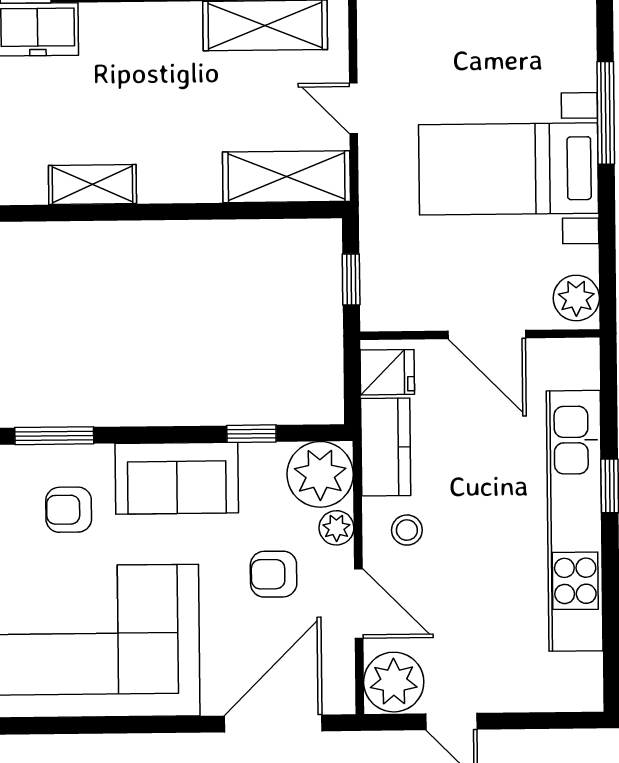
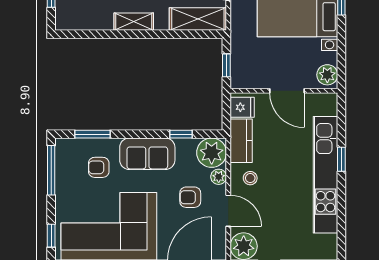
shelving: (92, 185) -> (134, 22), moved

